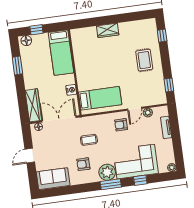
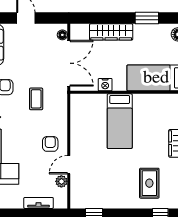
rug: (144, 60) -> (149, 183), moved, turned 90
bed: (100, 98) -> (120, 121), moved
wardrobe: (33, 105) -> (111, 32), moved
door: (135, 109) -> (69, 165), hinge flipped

